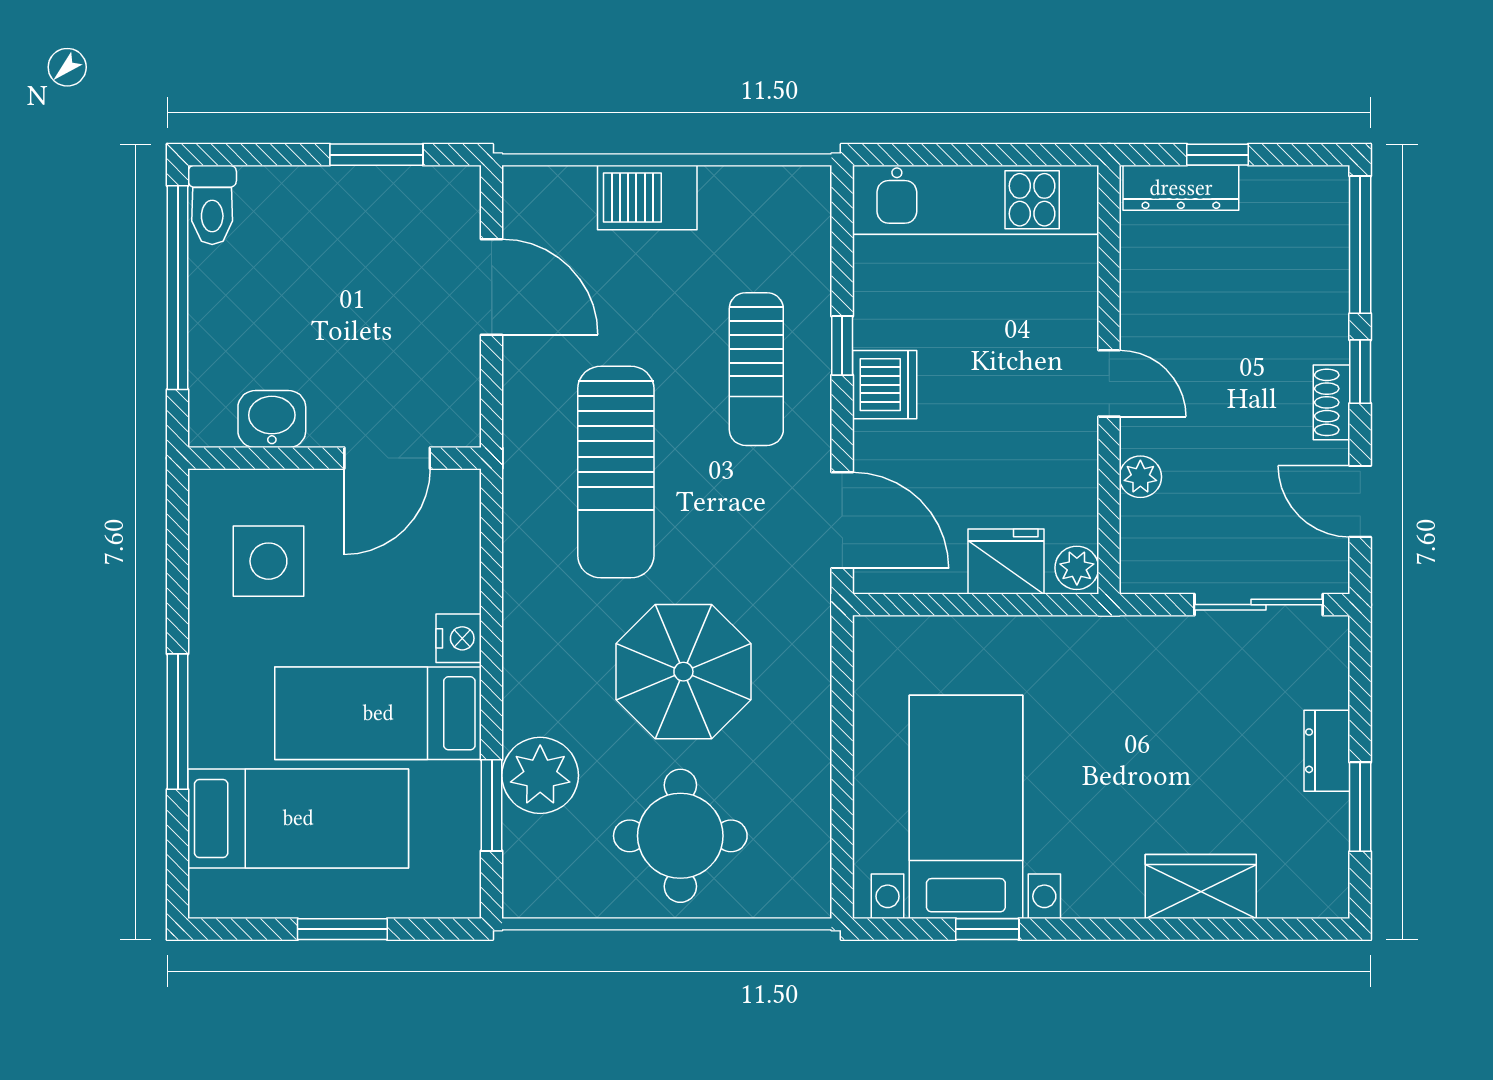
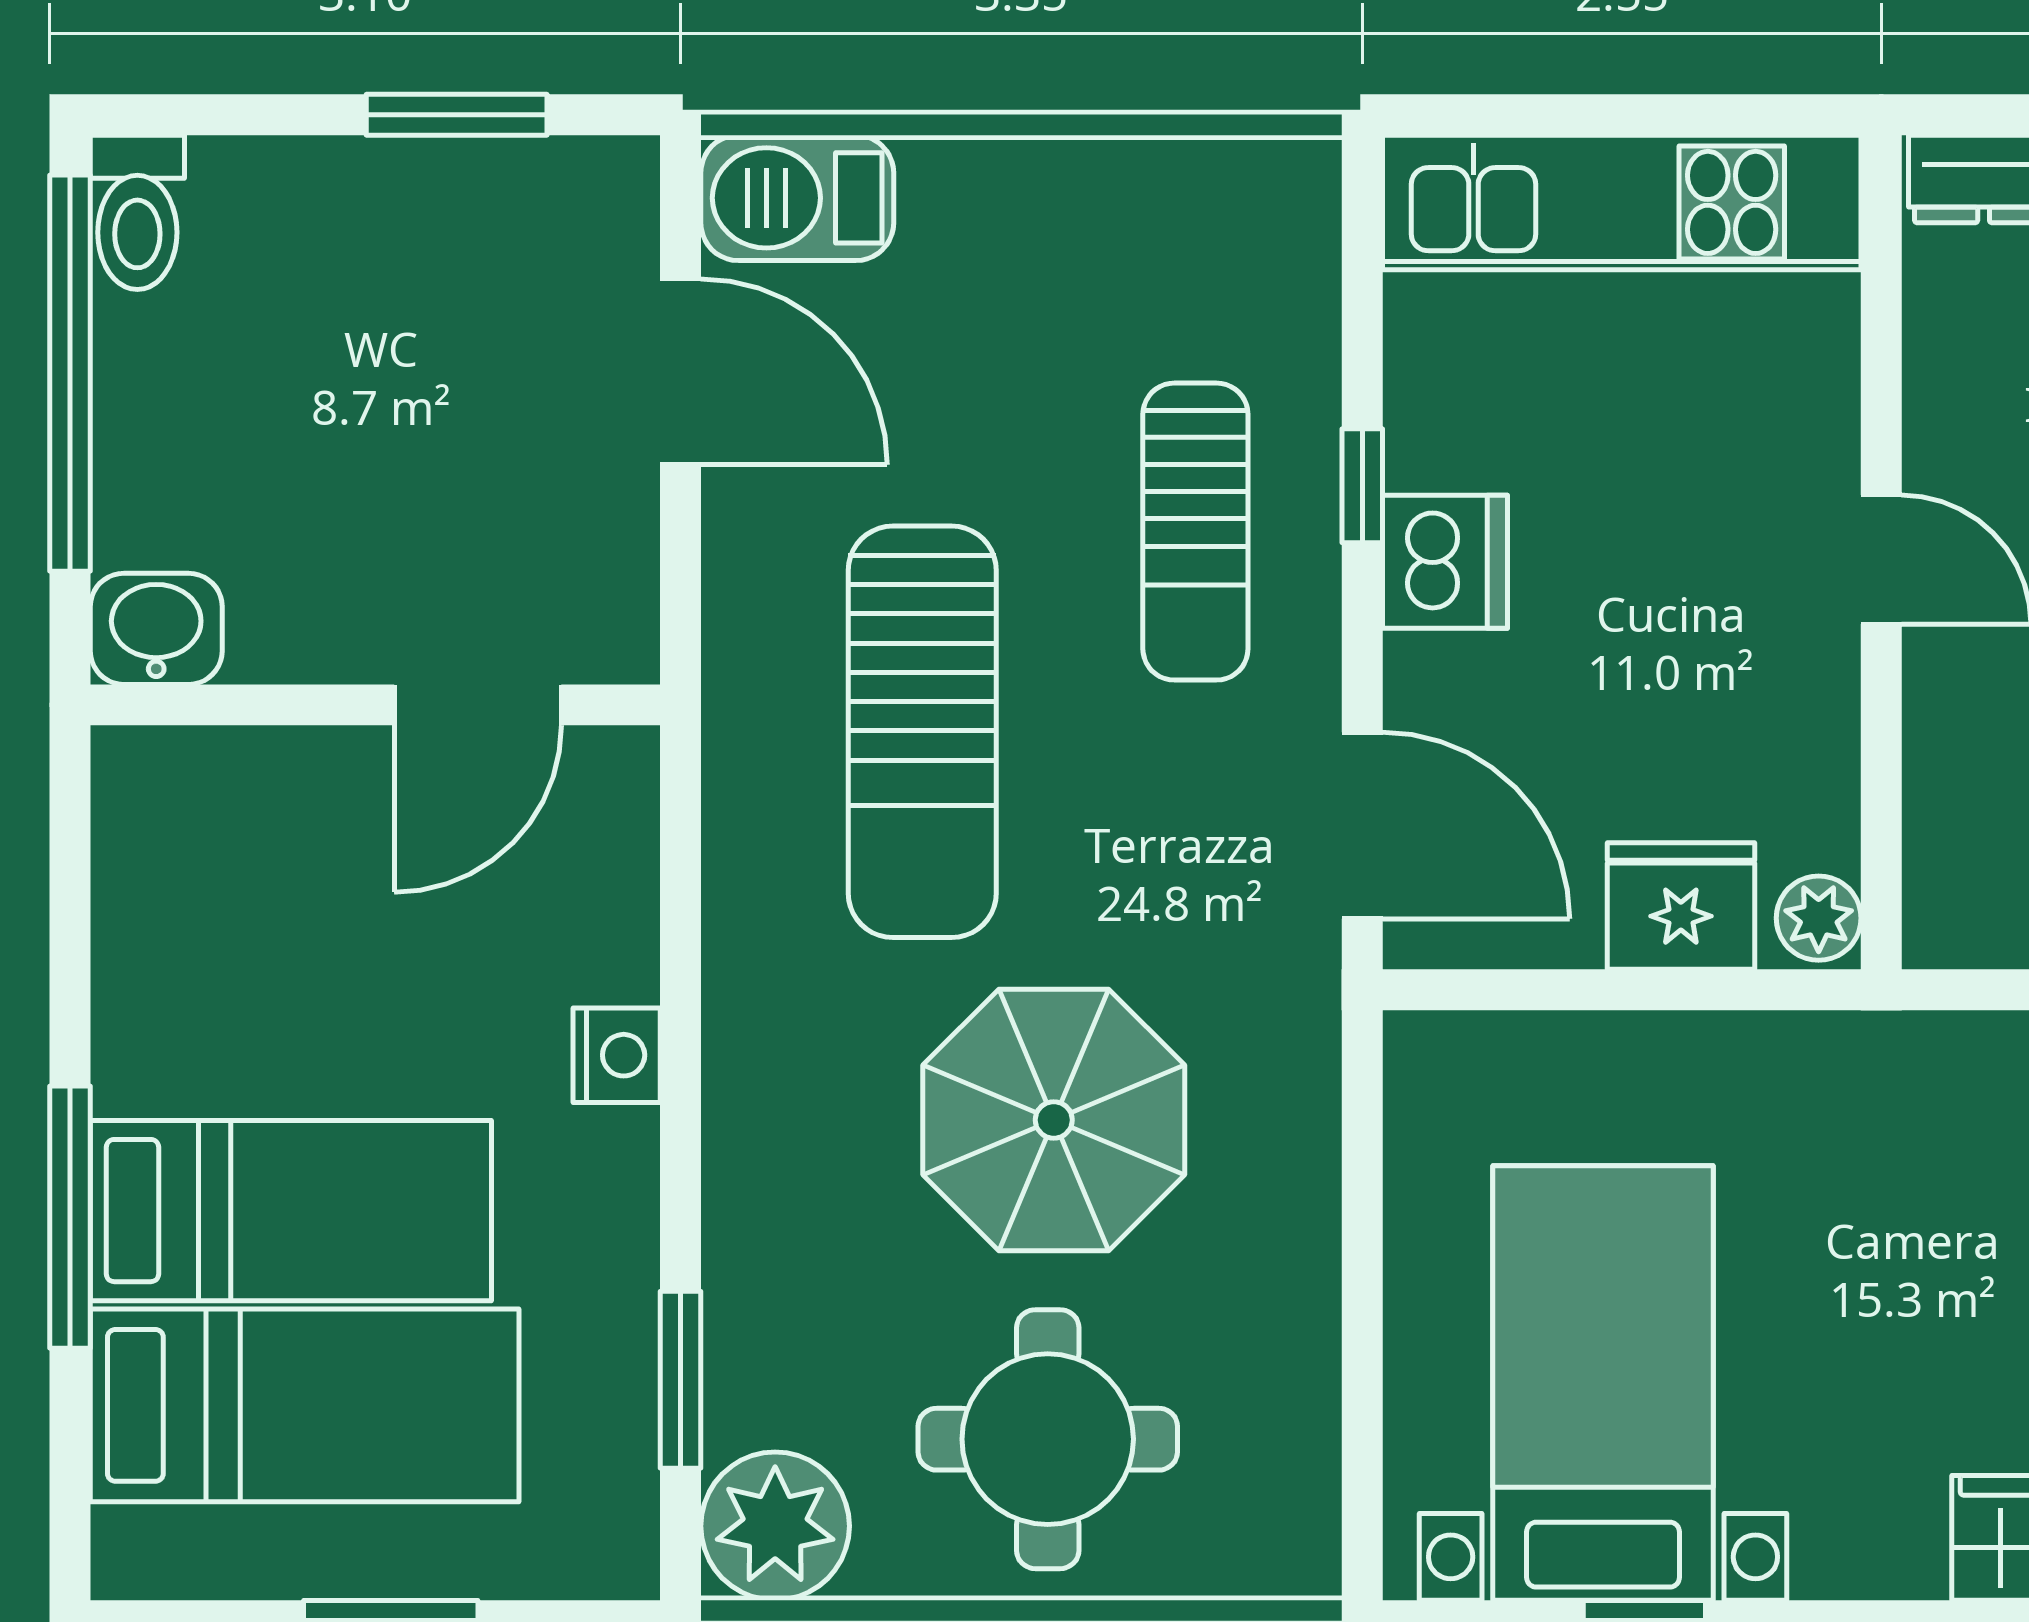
barbecue: (647, 197) -> (797, 198), moved
washbasin: (272, 419) -> (156, 629), moved
plant: (1140, 477) -> (1942, 741), removed
side table: (268, 561) -> (247, 905), removed
bed: (378, 713) -> (291, 1211), moved, turned 180
plant: (540, 775) -> (775, 1526), moved

